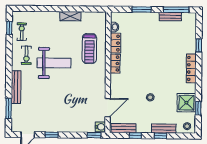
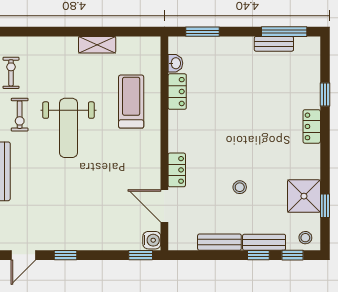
window: (142, 9) -> (203, 32), moved
treadmill: (89, 48) -> (131, 102), turned 180
weight bench: (54, 63) -> (68, 128), turned 90
locker: (115, 64) -> (177, 170), moved
locker: (191, 68) -> (312, 126), width x0.66
door: (108, 108) -> (164, 206), swing flipped
bench: (123, 128) -> (219, 242), moved
window: (135, 136) -> (293, 255), moved

